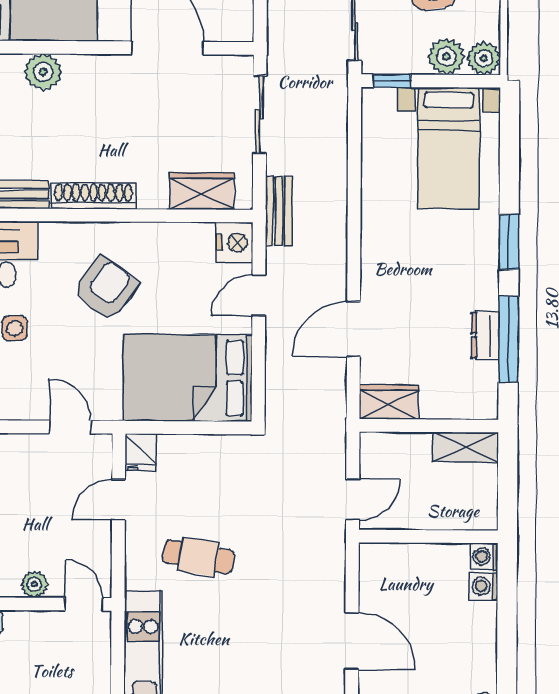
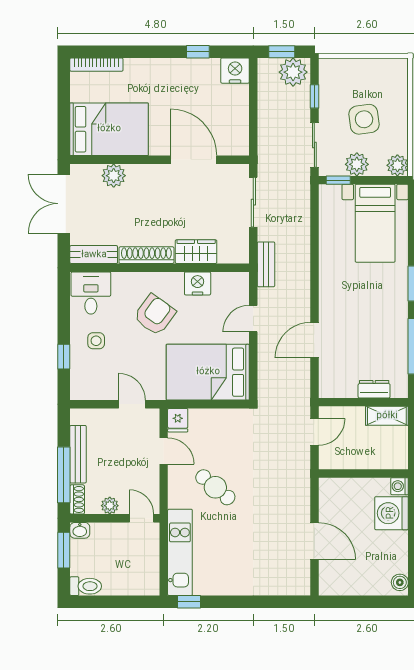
plant: (446, 57) -> (357, 164), moved
wardrobe: (202, 191) -> (196, 252), moved
nightstand: (235, 242) -> (198, 283), moved, turned -90
dresser: (485, 335) -> (374, 389), moved, turned 90
wardrobe: (389, 402) -> (338, 387), removed
door: (353, 499) -> (314, 432), moved
door: (119, 500) -> (164, 451), swing flipped
cafe table: (198, 557) -> (215, 487), turned 30
washing machine: (484, 586) -> (391, 513), width x1.89, depth x1.89

